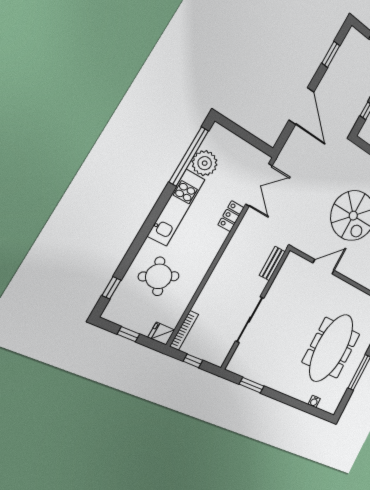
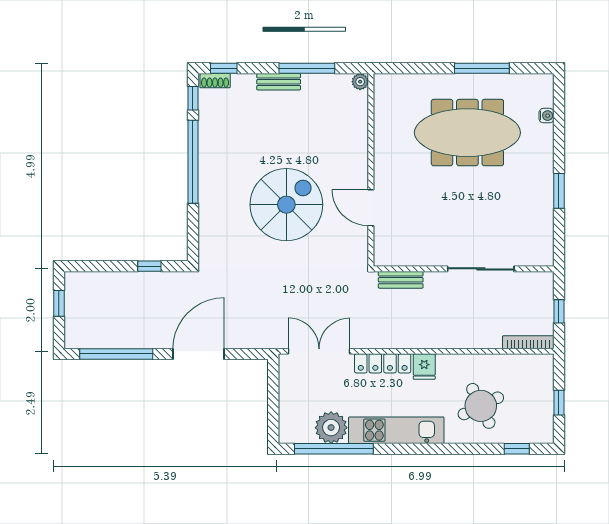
window: (331, 54) -> (116, 354), width x2.11
locker: (231, 216) -> (383, 363), width x1.53
fridge: (161, 334) -> (424, 367), moved
window: (252, 385) -> (559, 191), moved

